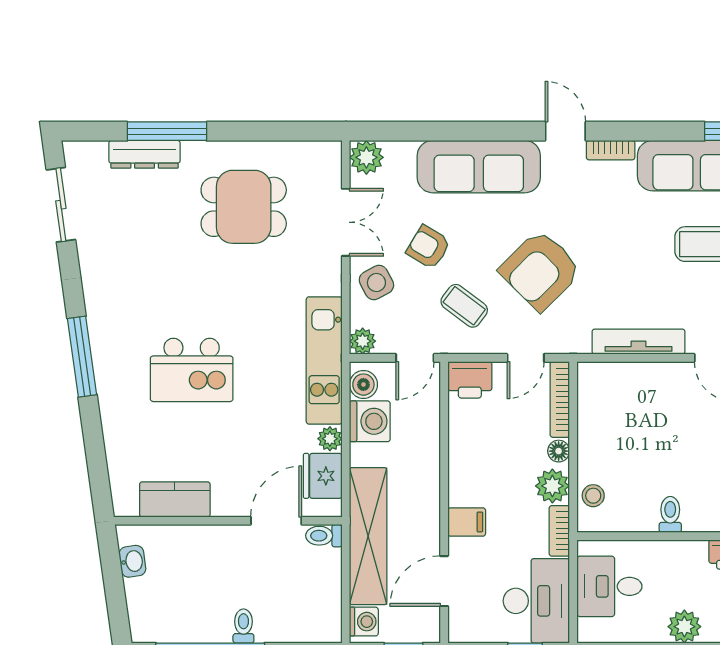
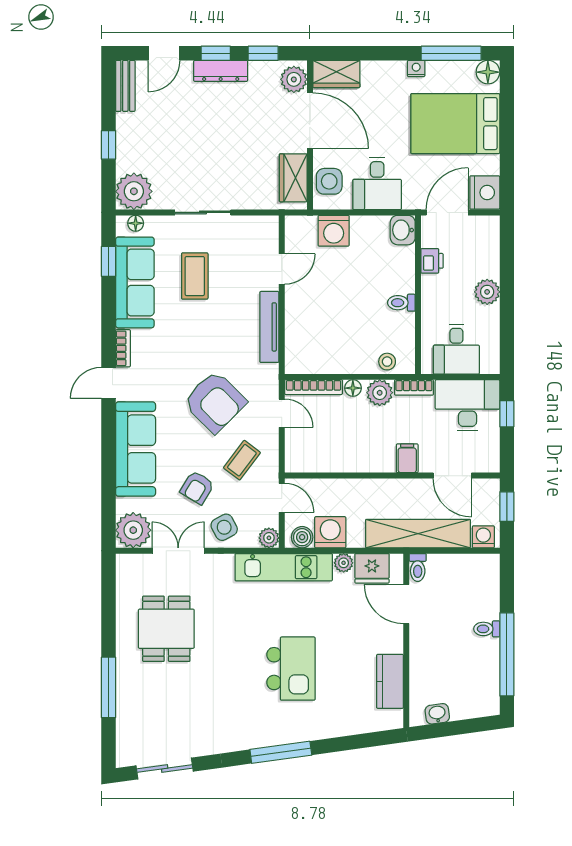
dresser: (145, 154) -> (126, 705), removed
plant: (366, 157) -> (133, 530), width x1.36, depth x1.36
printer: (470, 380) -> (299, 456), removed

